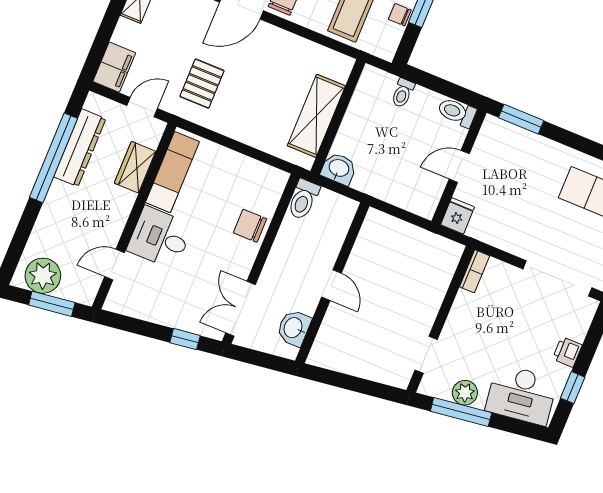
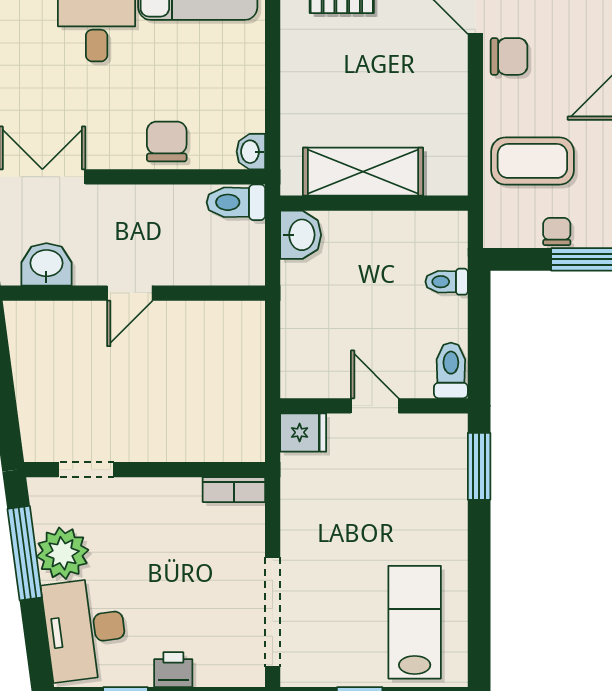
washbasin: (277, 178) -> (251, 152), added
plant: (465, 393) -> (63, 553), width x1.36, depth x1.36

